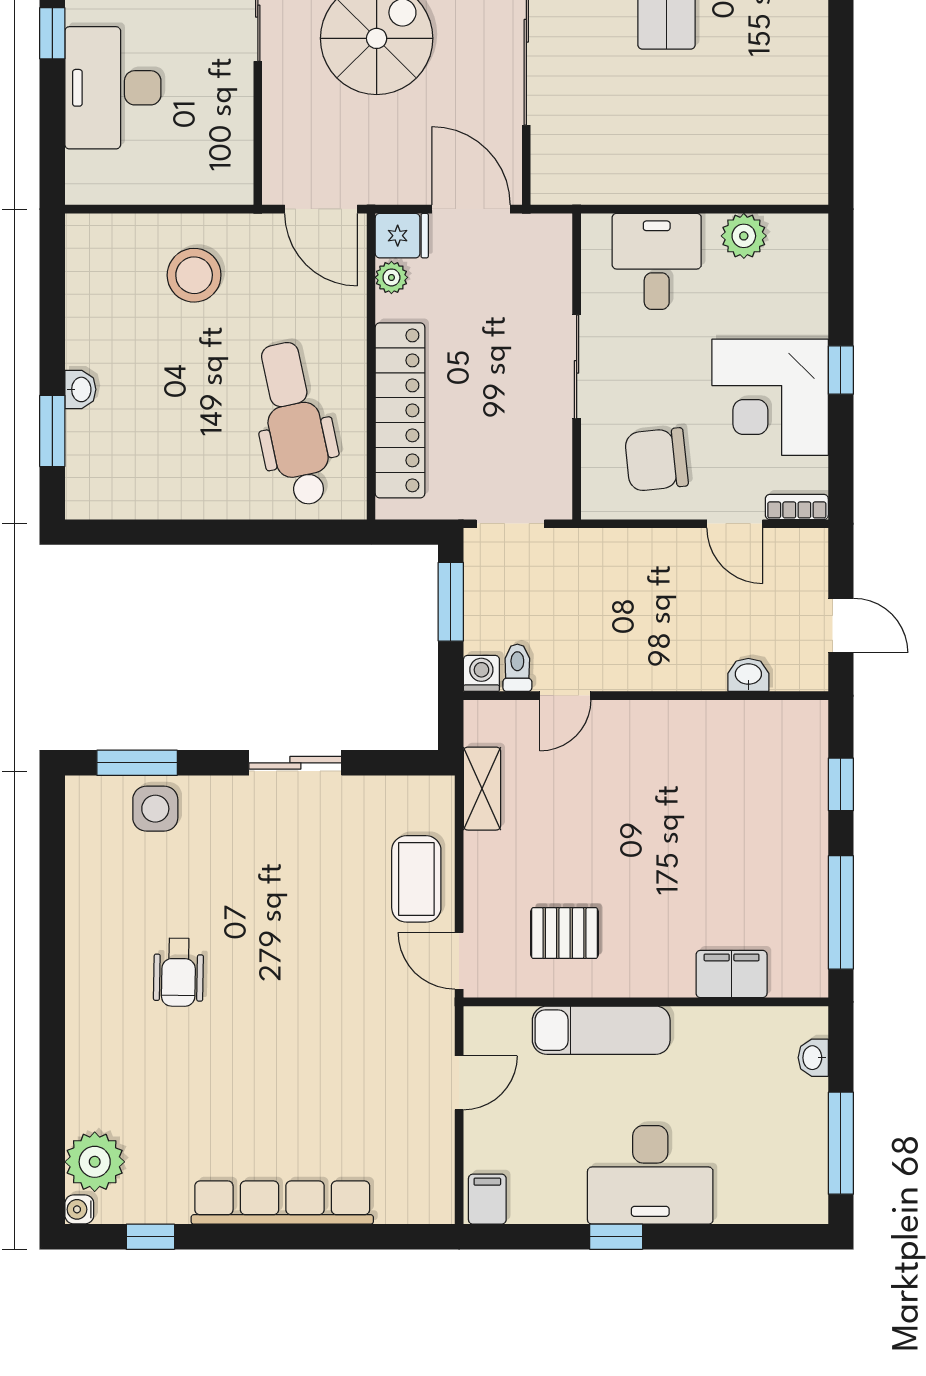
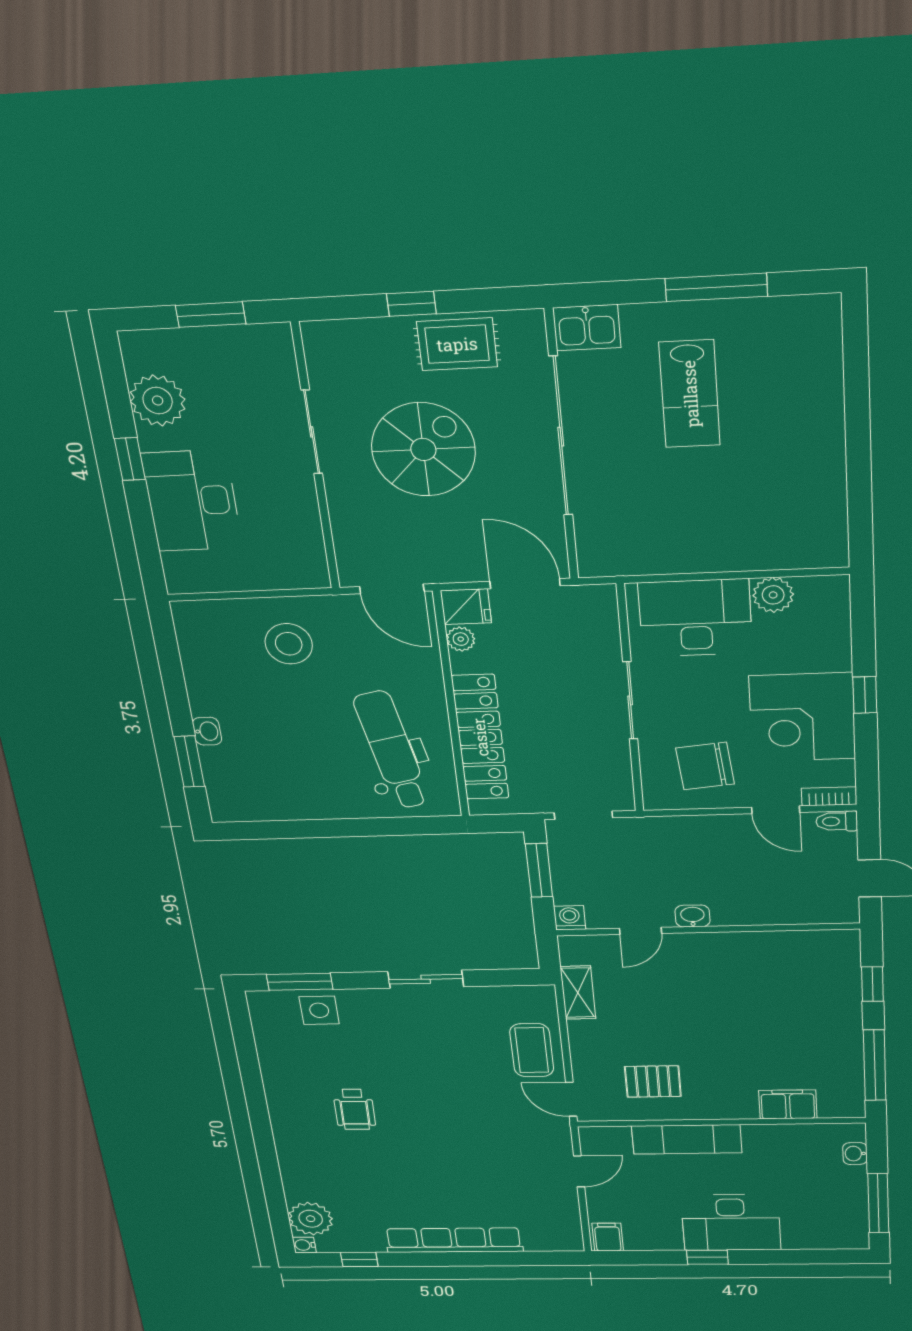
desk: (657, 261) -> (695, 618), width x1.37
toilet: (517, 668) -> (837, 821), moved, turned -90
washbasin: (748, 675) -> (692, 916), moved

